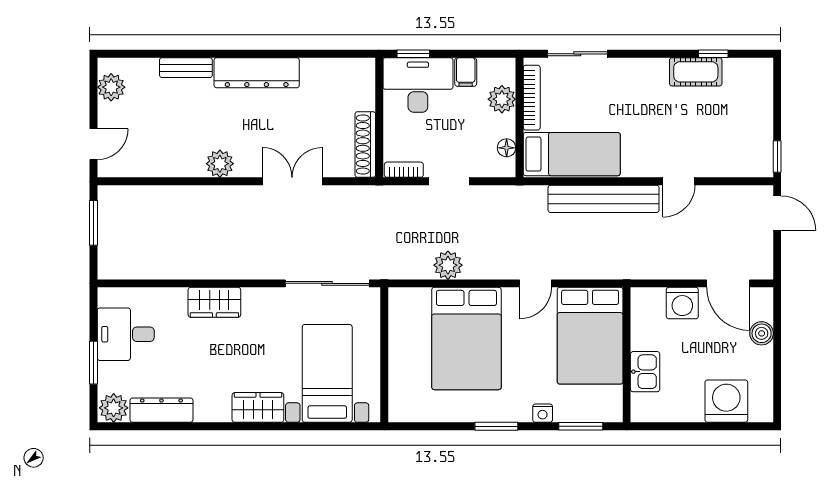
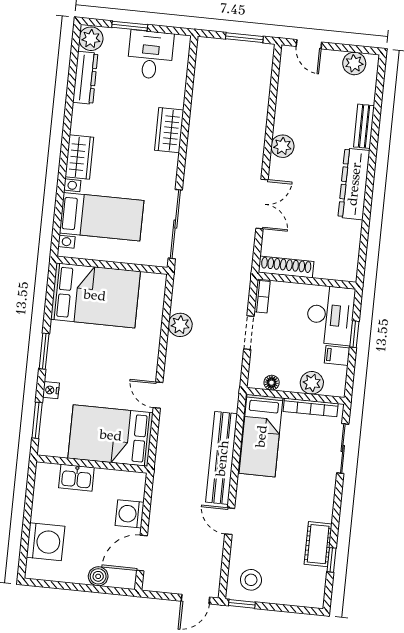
window: (413, 54) -> (354, 334), moved
stool: (747, 148) -> (251, 580), added
bed: (466, 338) -> (95, 295), moved, turned 180

